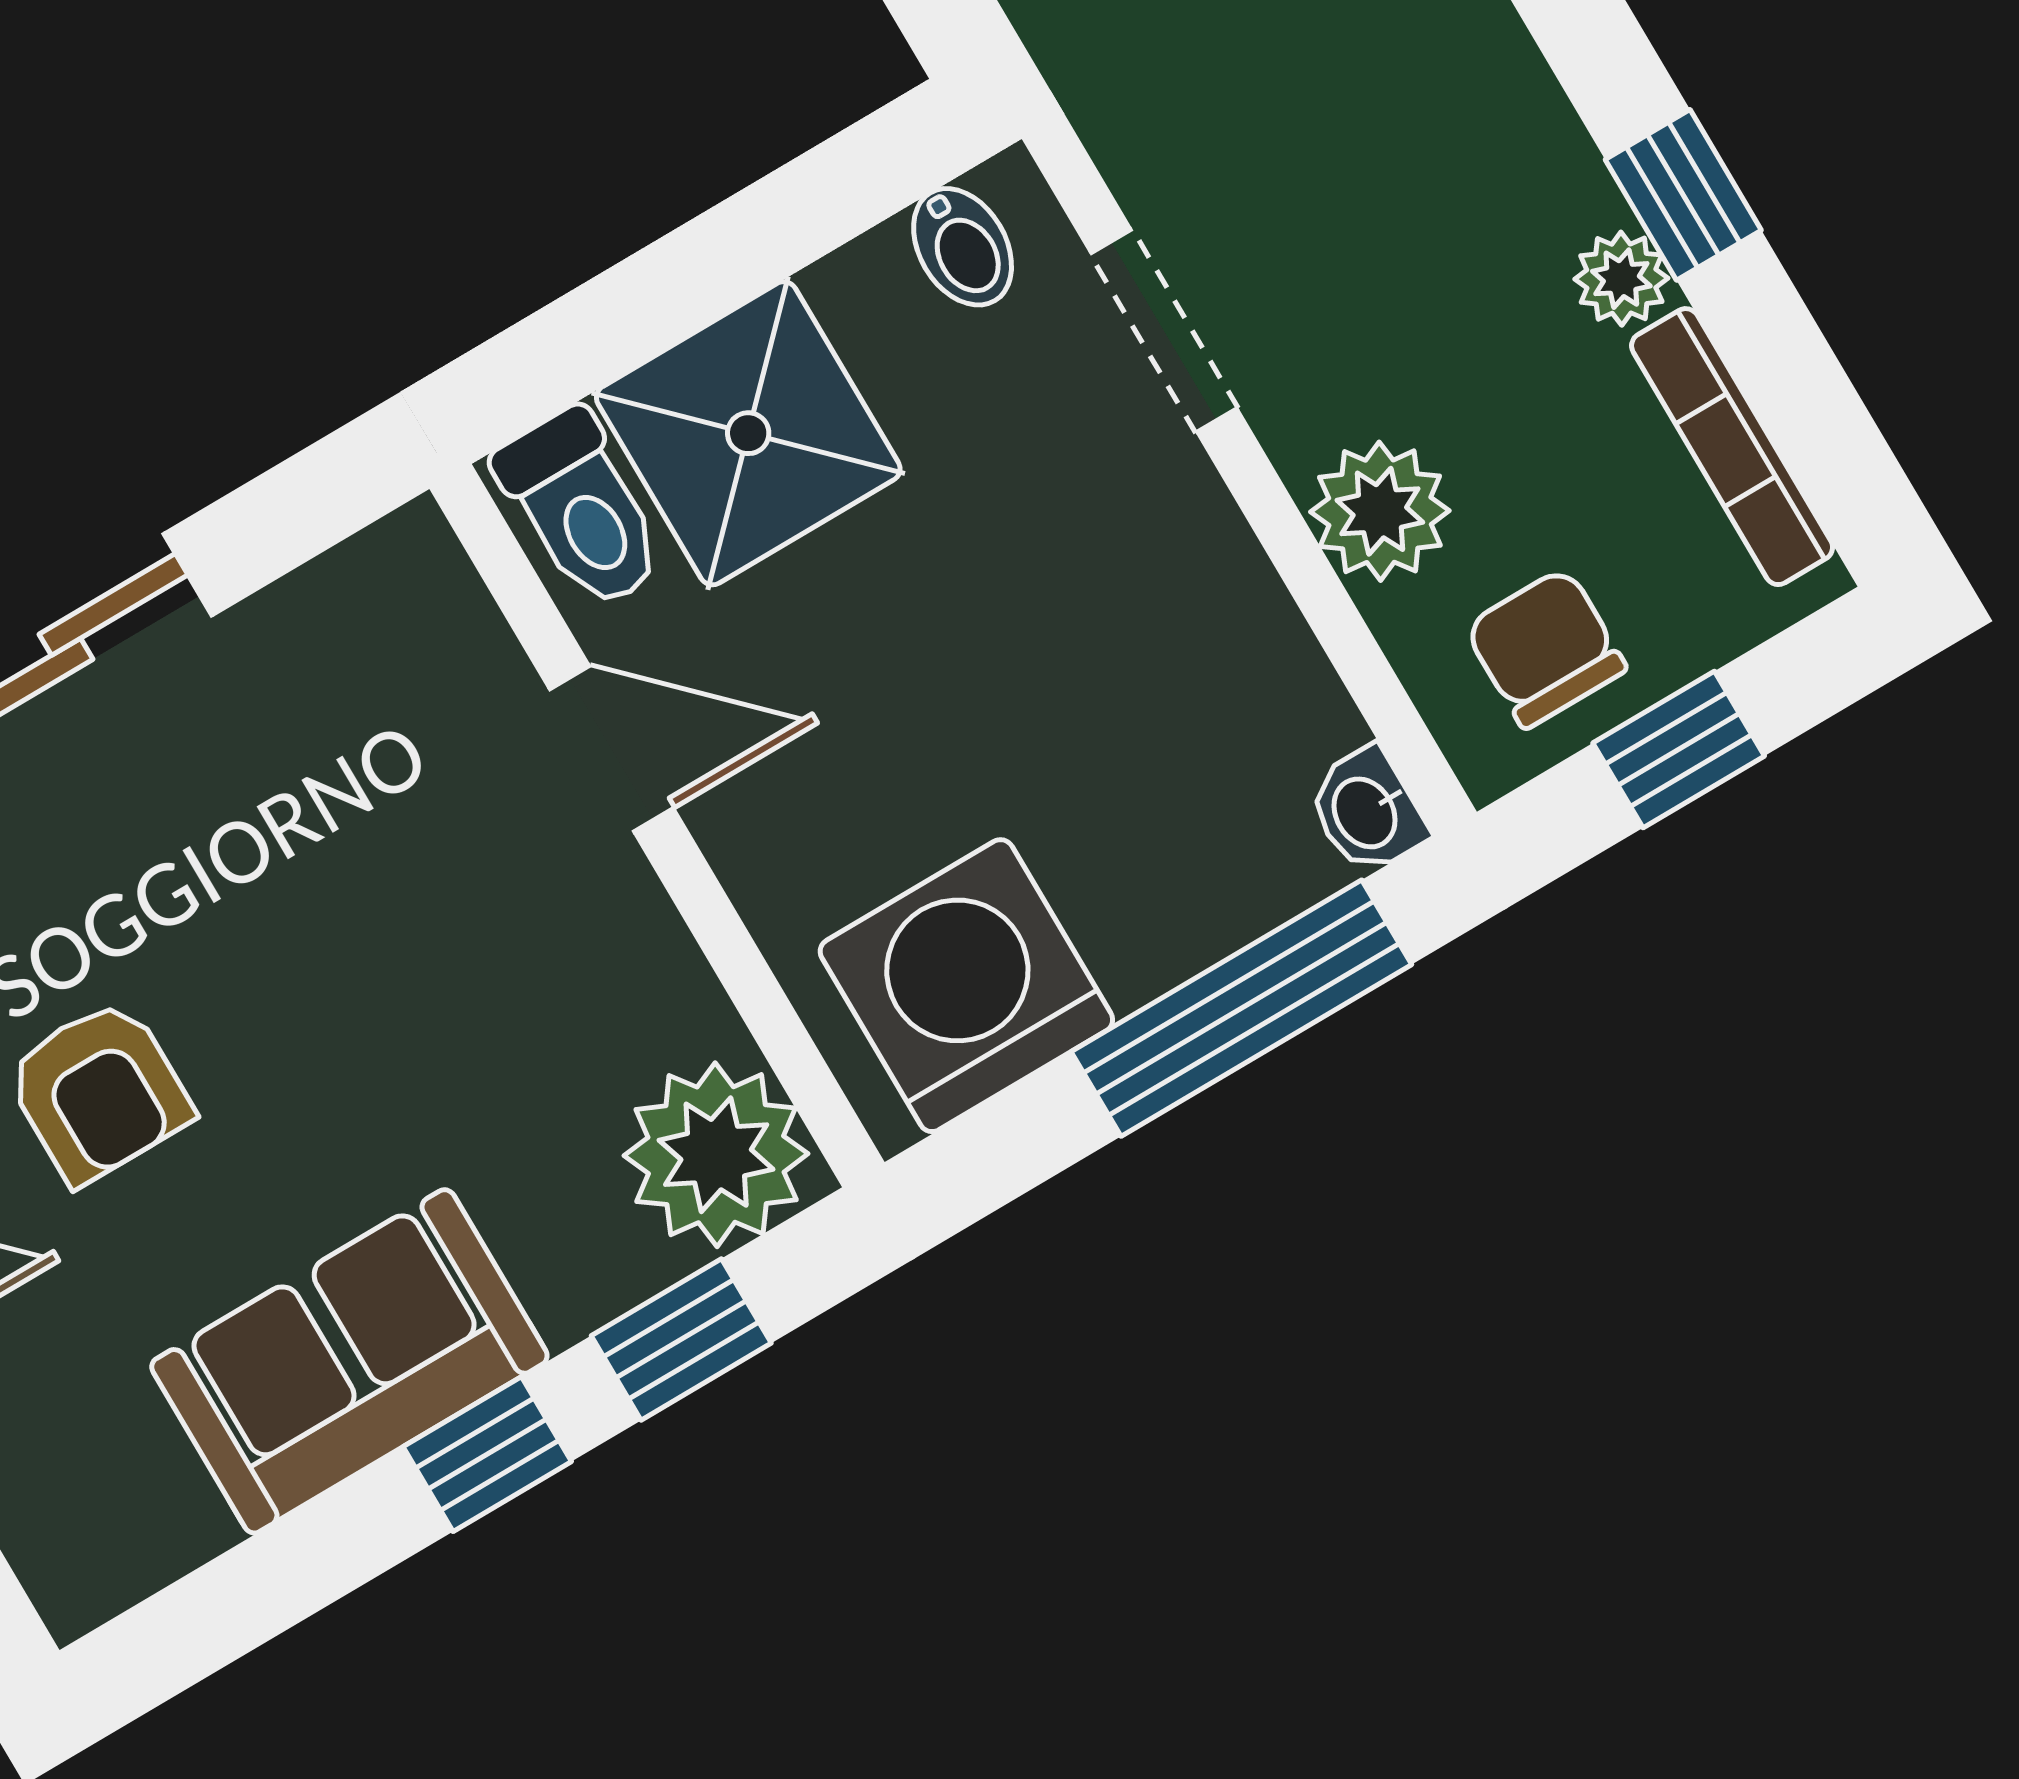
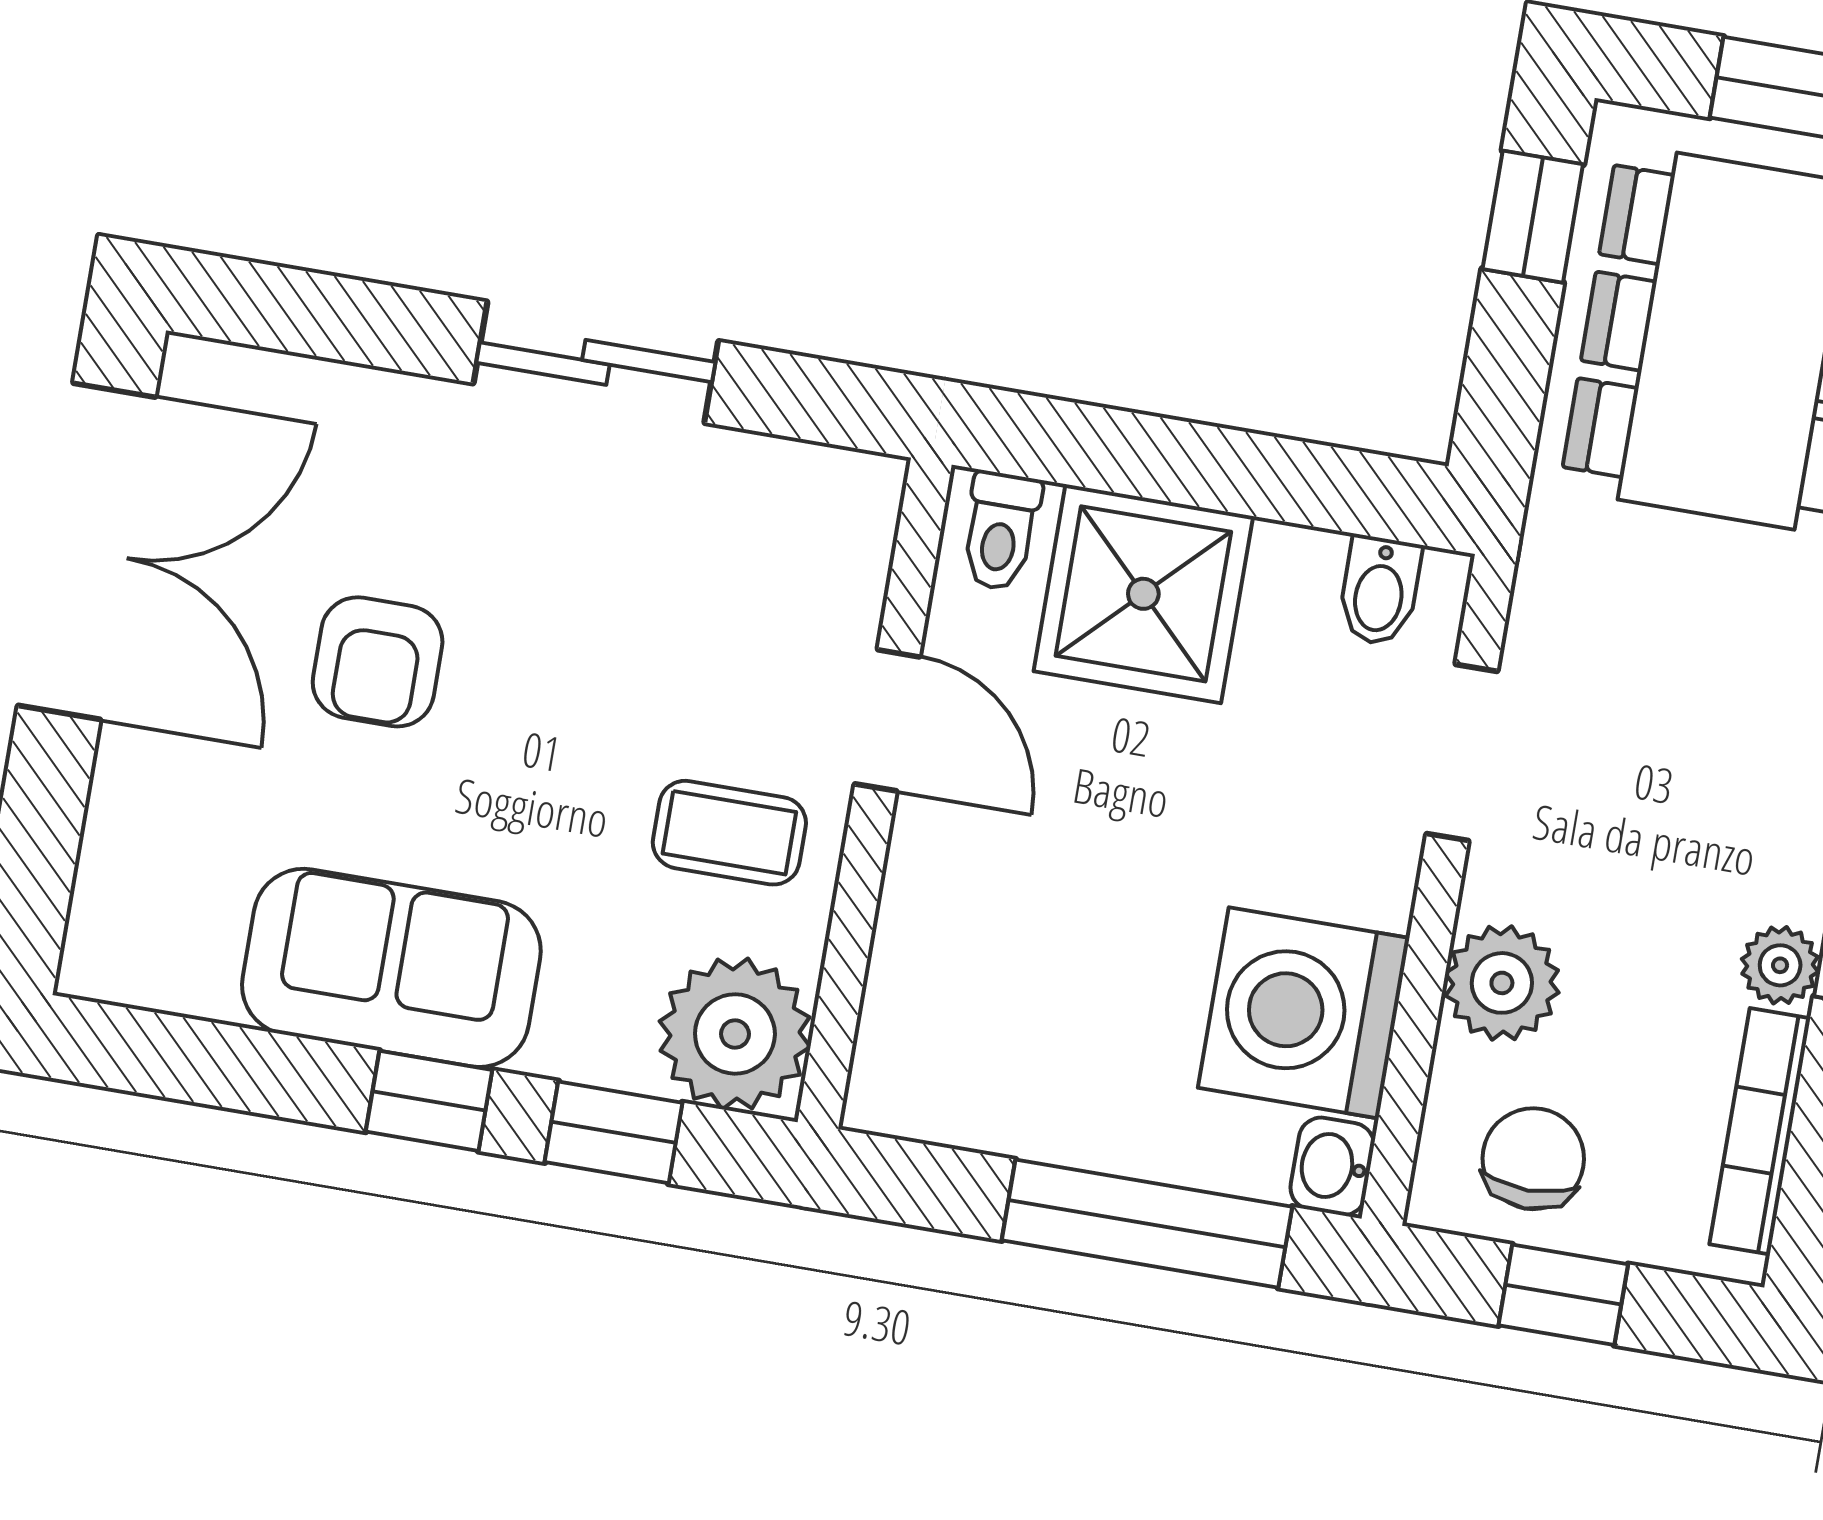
toilet: (582, 510) -> (1000, 531), width x0.73, depth x0.72
coffee table: (554, 974) -> (729, 833), added
washing machine: (966, 986) -> (1304, 1013), moved, turned -90

